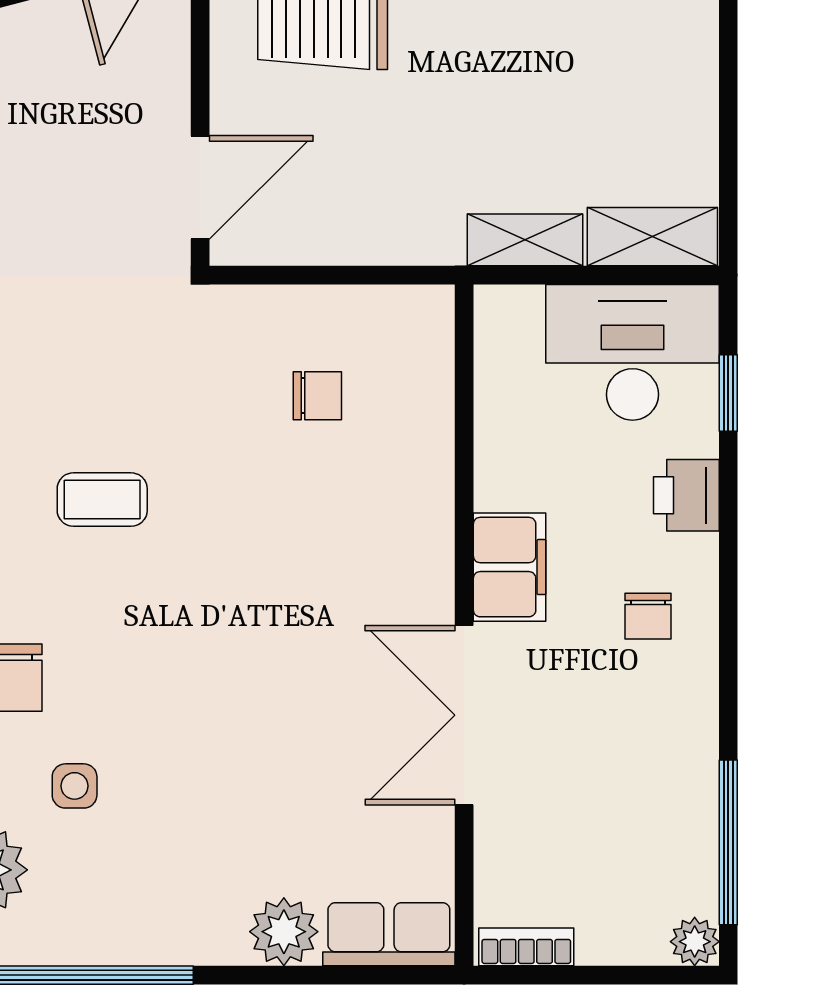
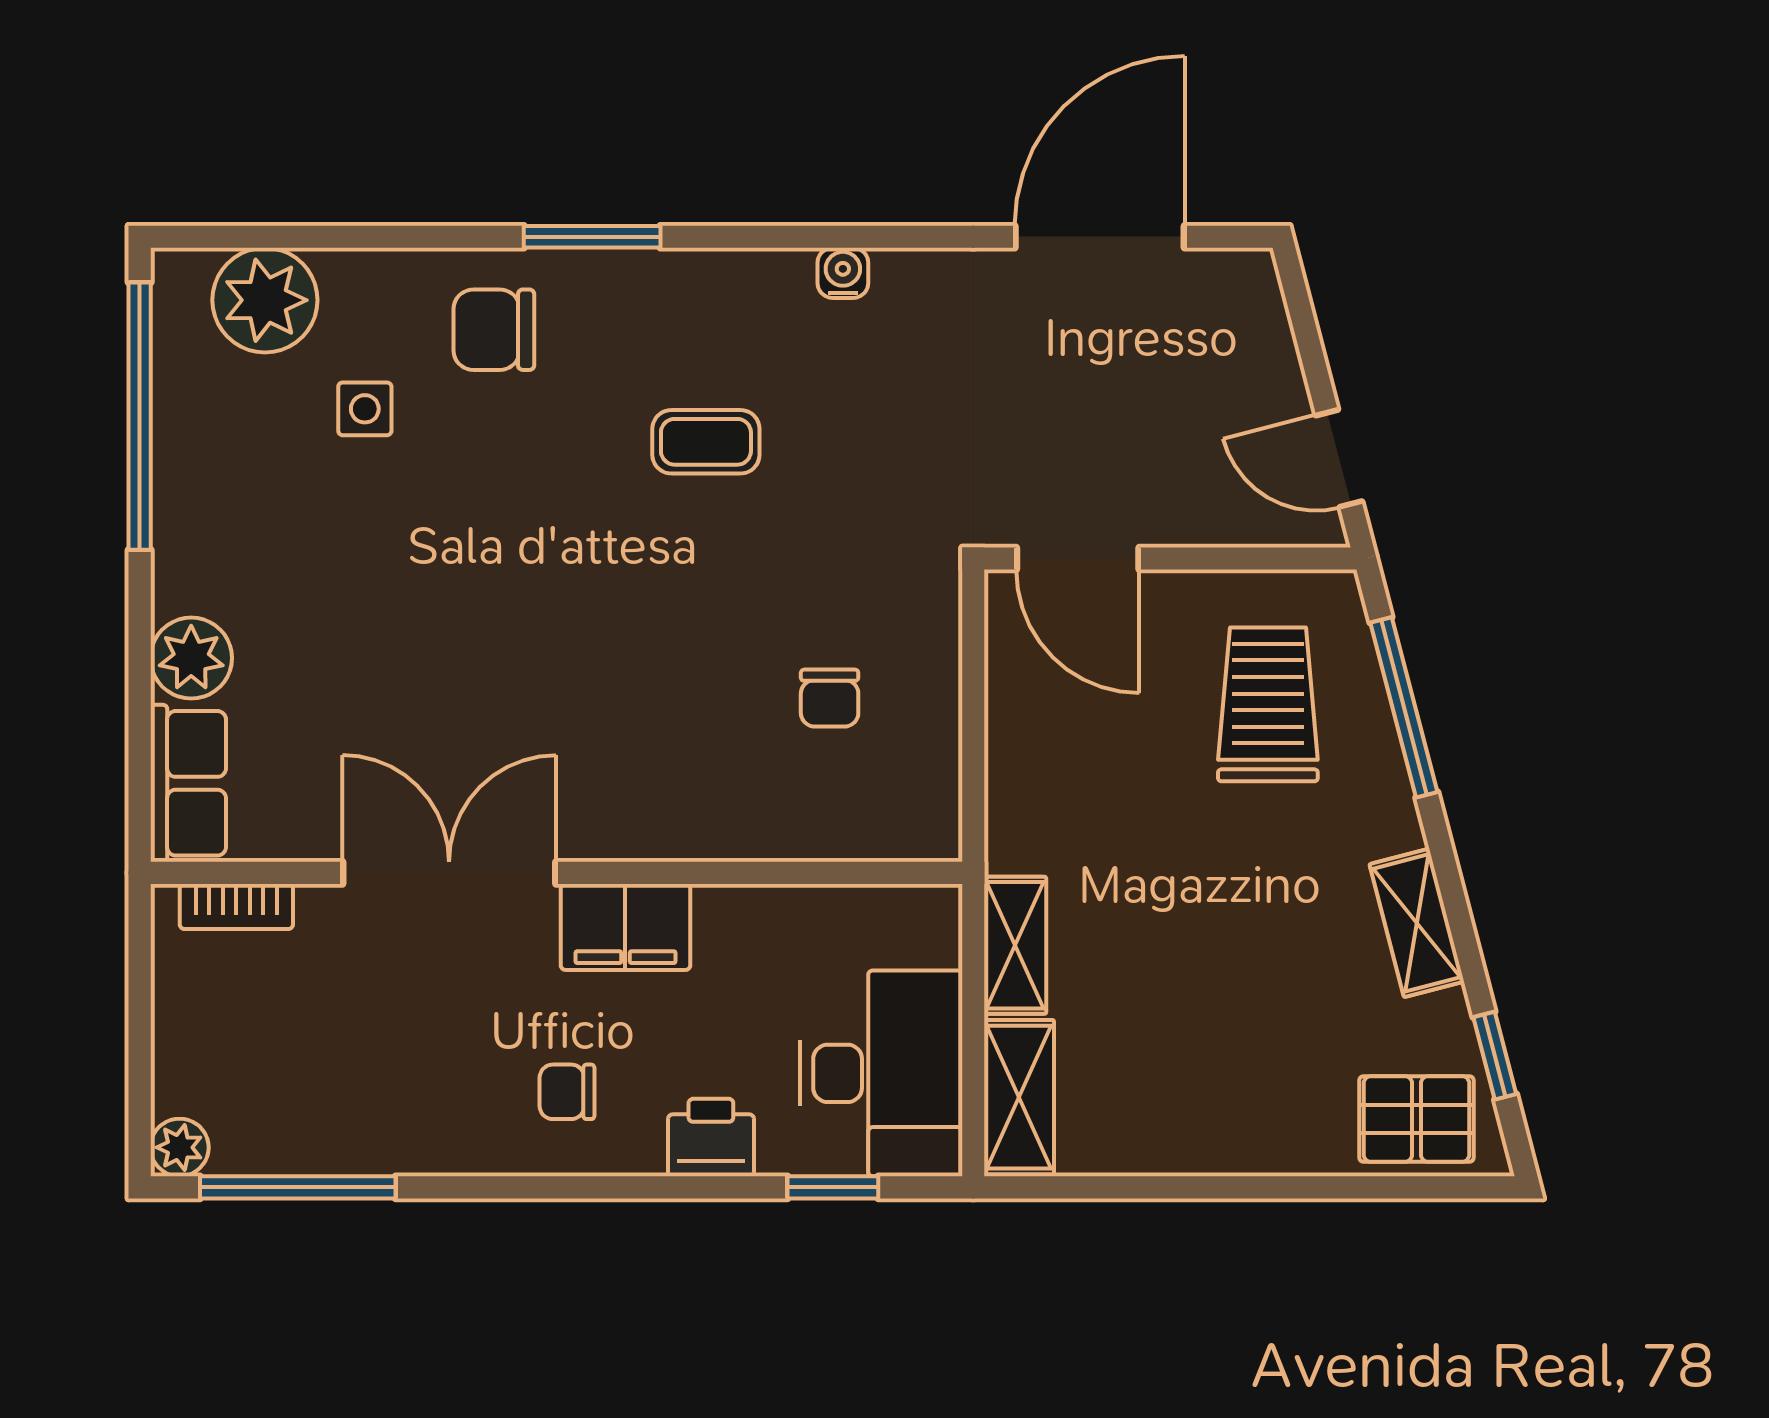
coffee table: (102, 500) -> (706, 442), turned 90
bookcase: (526, 947) -> (236, 907), moved, turned 90

